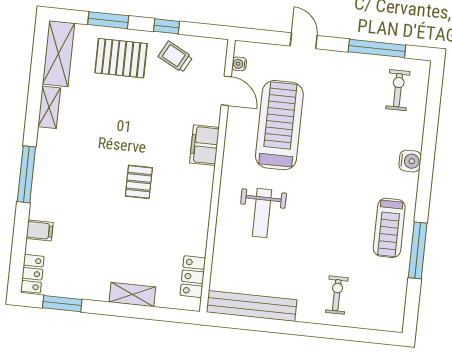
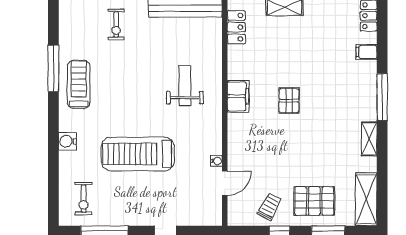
trolley: (175, 57) -> (270, 207), turned -91
water cooler: (239, 64) -> (216, 161), moved
door: (226, 91) -> (225, 183), swing flipped
shelving: (49, 107) -> (369, 139), moved
treadmill: (279, 125) -> (138, 154), moved, turned 90
filing cabinet: (204, 145) -> (238, 96), moved

